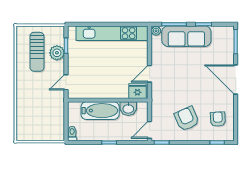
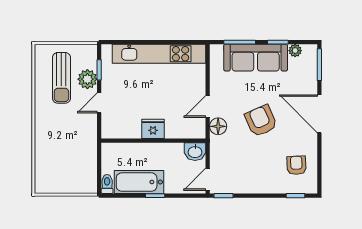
plant: (156, 31) -> (295, 51), moved
door: (66, 82) -> (99, 103), moved
floor lamp: (158, 89) -> (218, 126), added
fridge: (137, 91) -> (153, 129), moved
washbasin: (128, 109) -> (195, 152), moved
bathtub: (100, 111) -> (139, 182), moved, turned 180
armchair: (187, 119) -> (261, 121), moved

